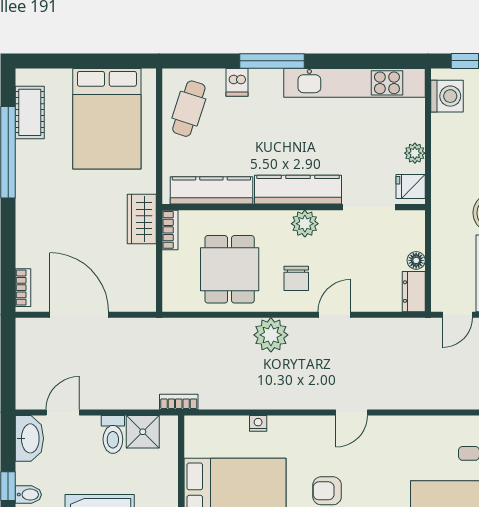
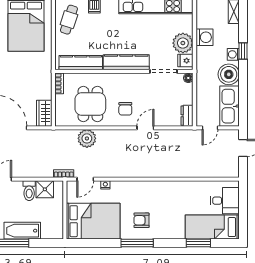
washing machine: (447, 96) -> (205, 37), moved
plant: (415, 153) -> (183, 43), width x1.88, depth x1.88
wardrobe: (142, 219) -> (44, 113), moved
plant: (305, 224) -> (130, 80), removed
floor lamp: (416, 260) -> (188, 78), moved
plant: (271, 335) -> (87, 138), moved
door: (351, 412) -> (85, 179), moved

